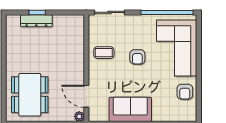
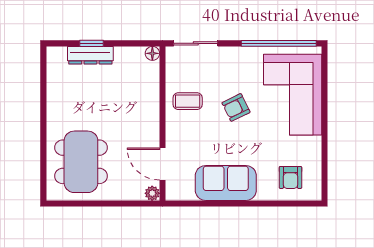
floor lamp: (79, 19) -> (152, 53), added
armchair: (137, 57) -> (236, 107), turned 64
armchair: (185, 92) -> (290, 177), moved

